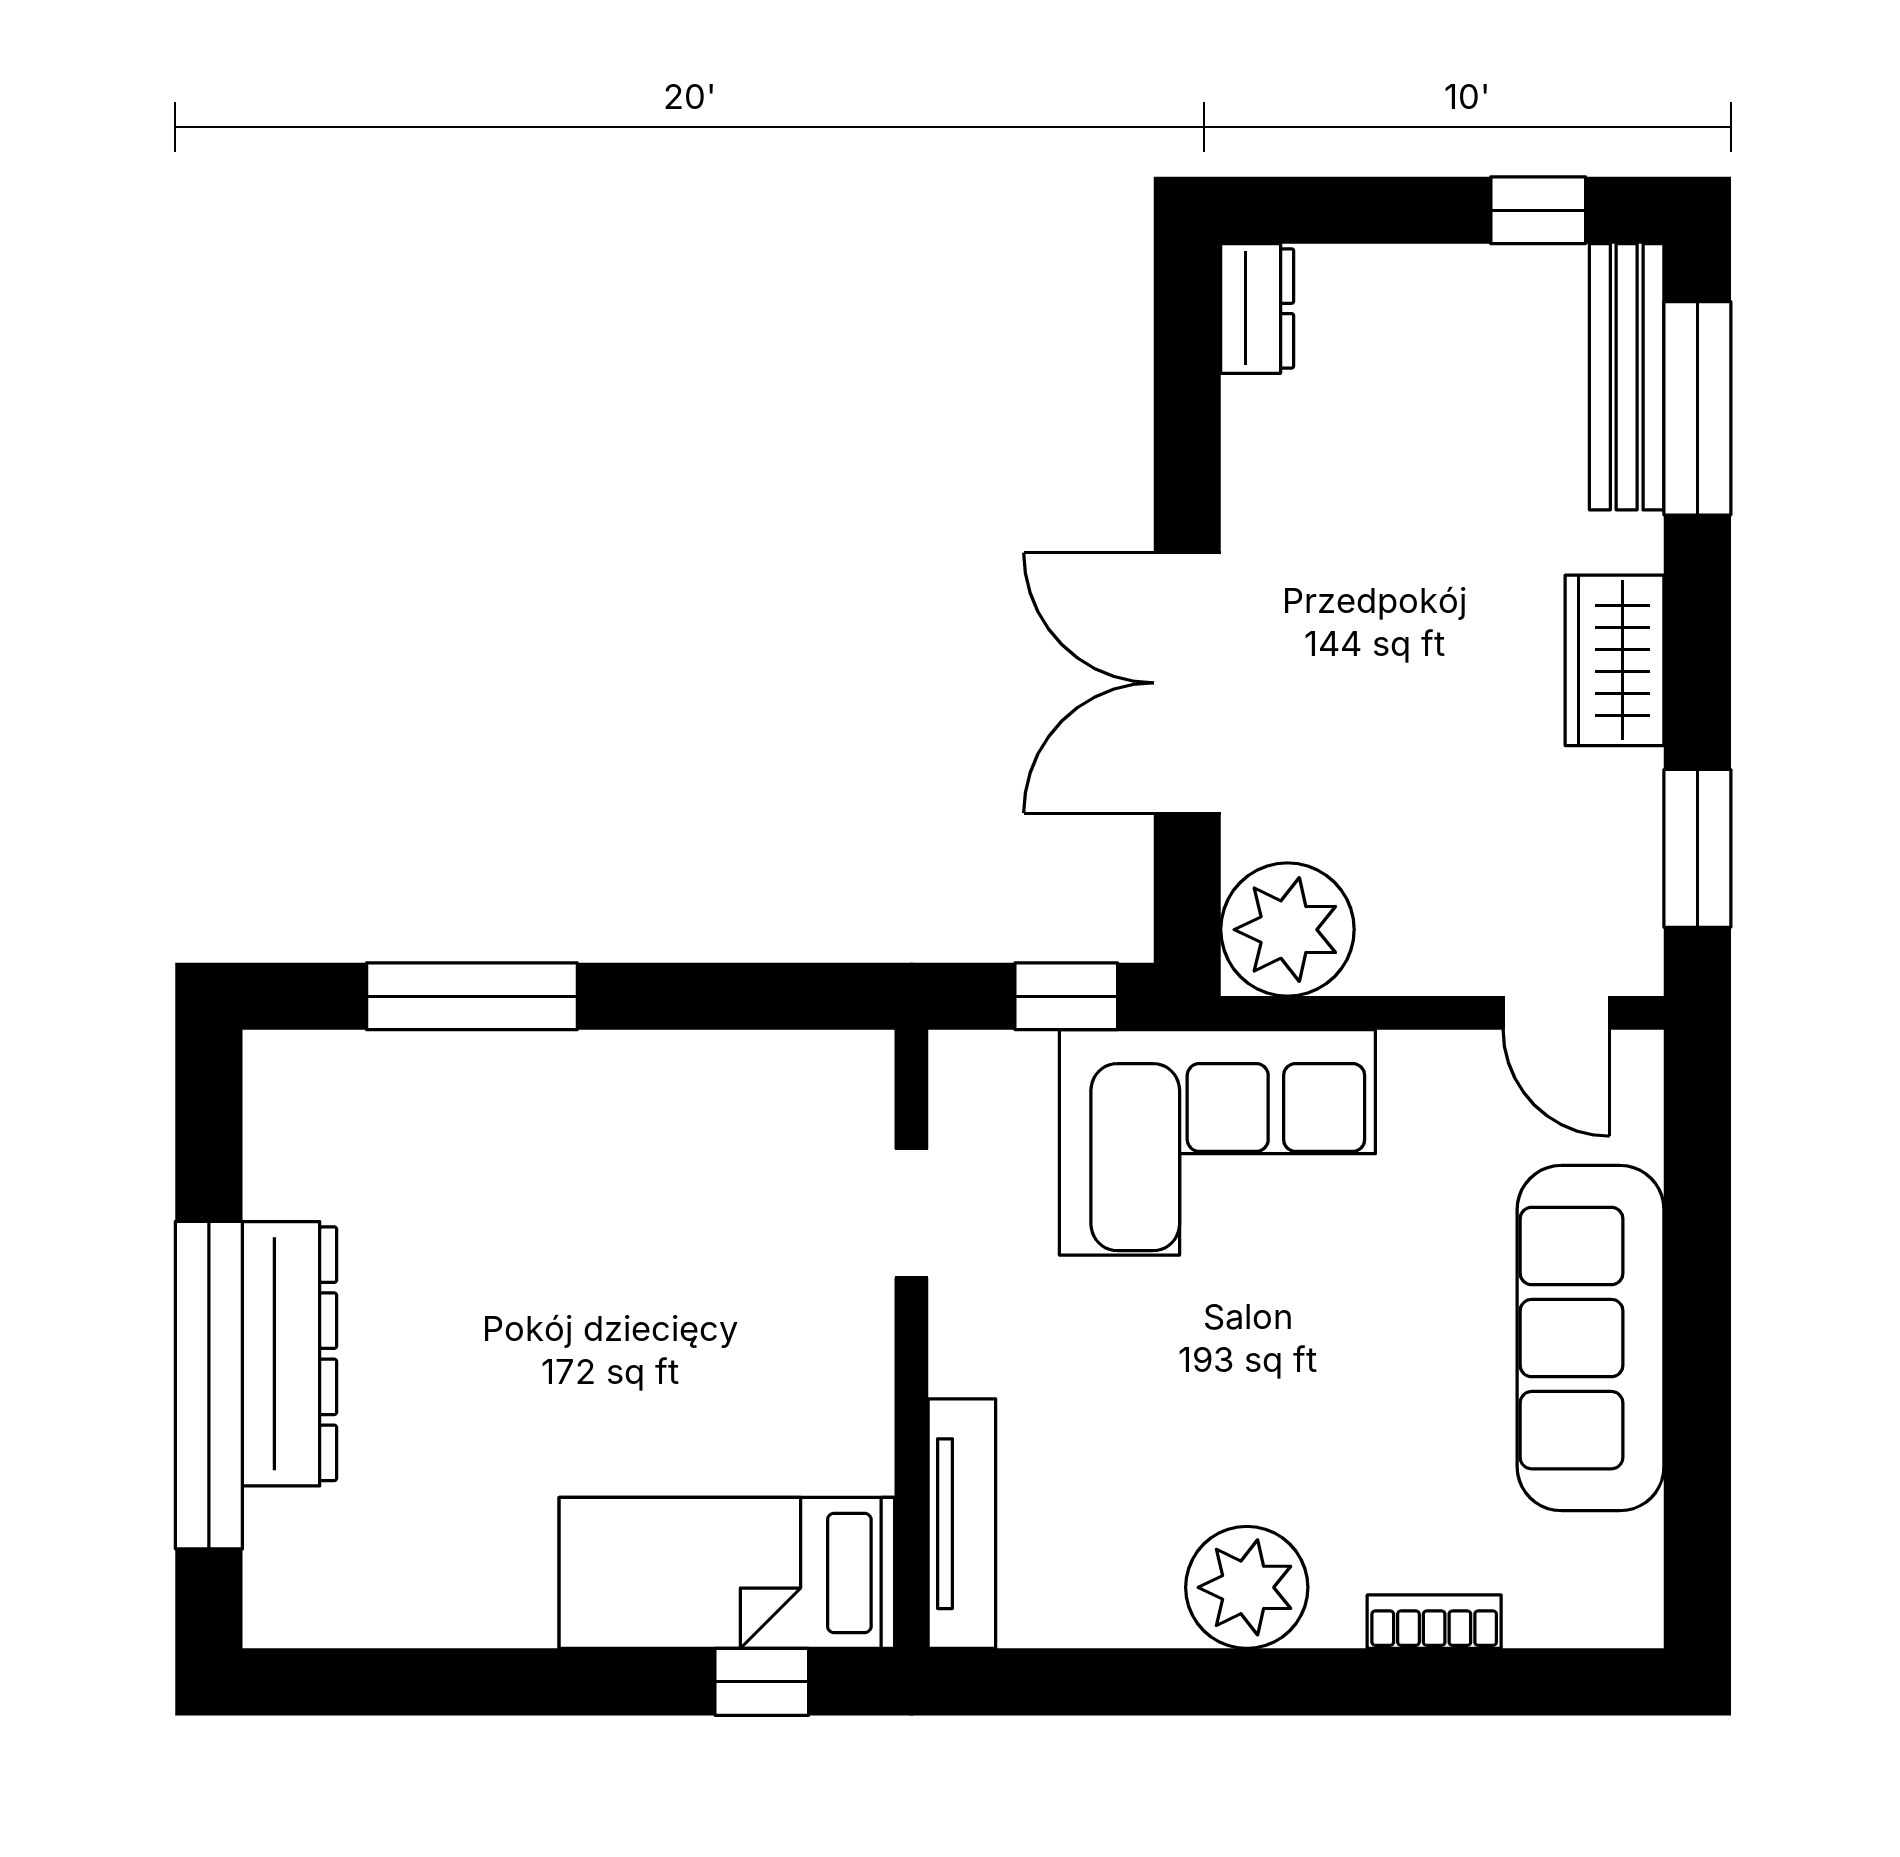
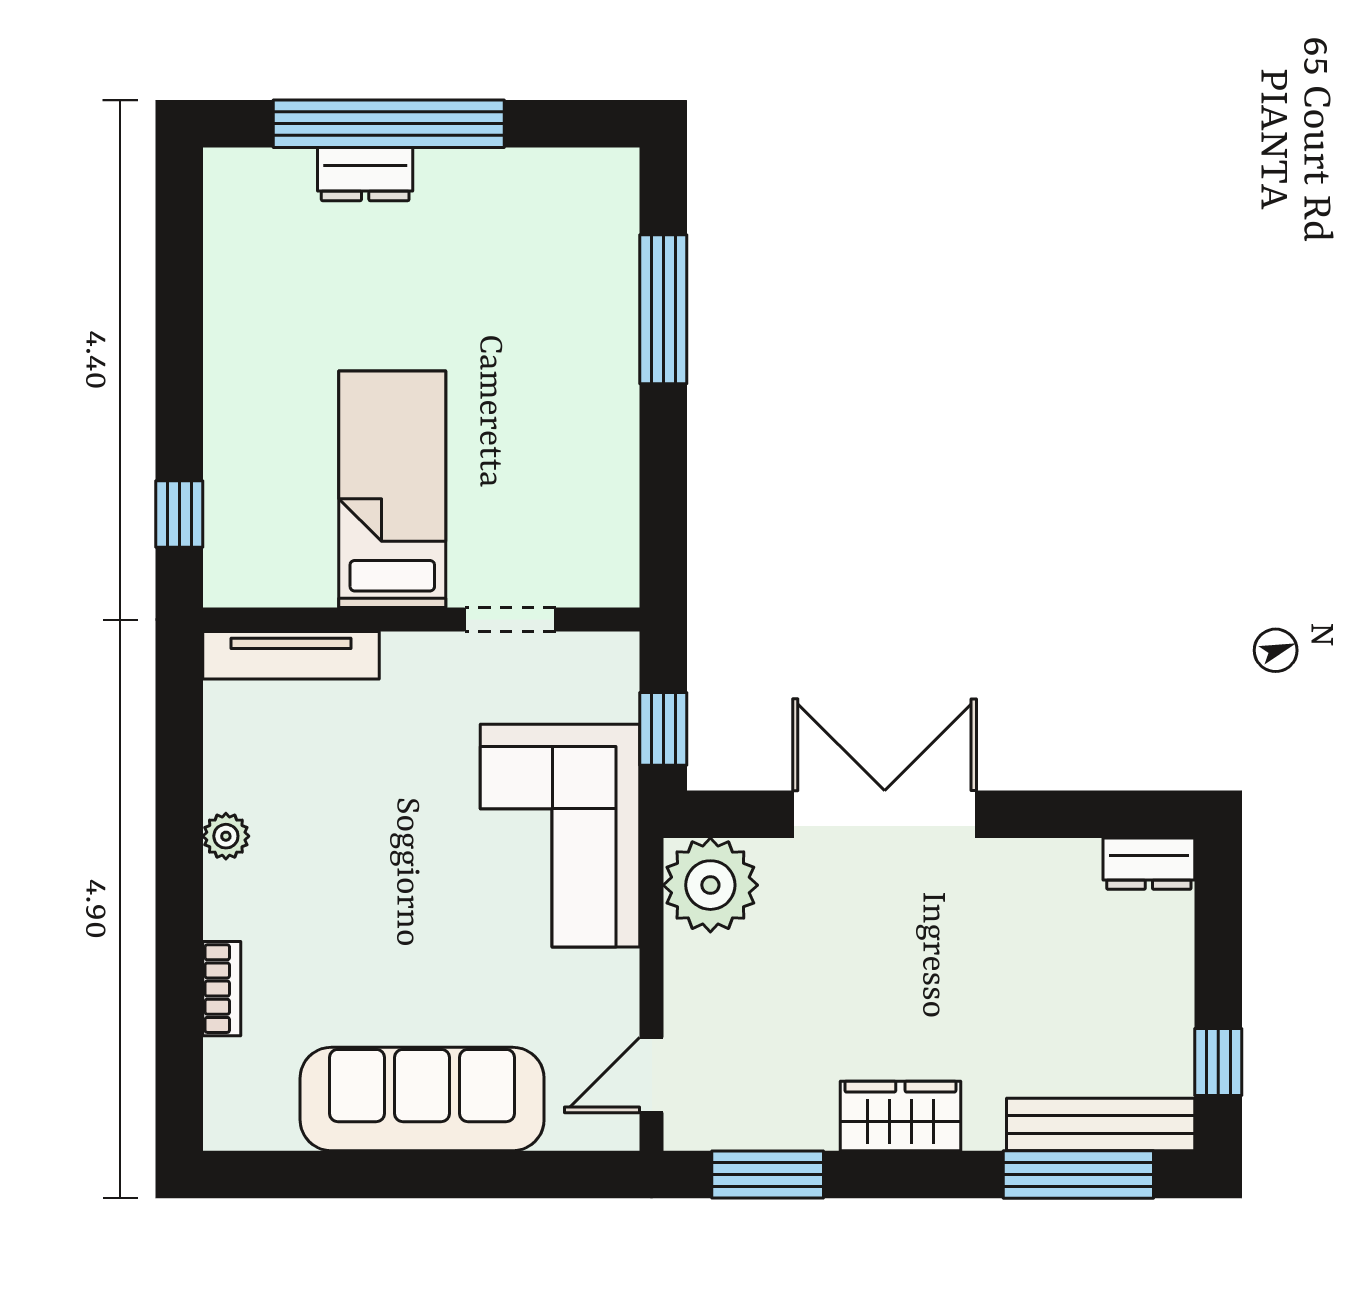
dresser: (290, 1354) -> (365, 174), width x0.51, depth x0.80
bed: (727, 1573) -> (392, 489), moved
plant: (1247, 1587) -> (226, 836), width x0.53, depth x0.53

